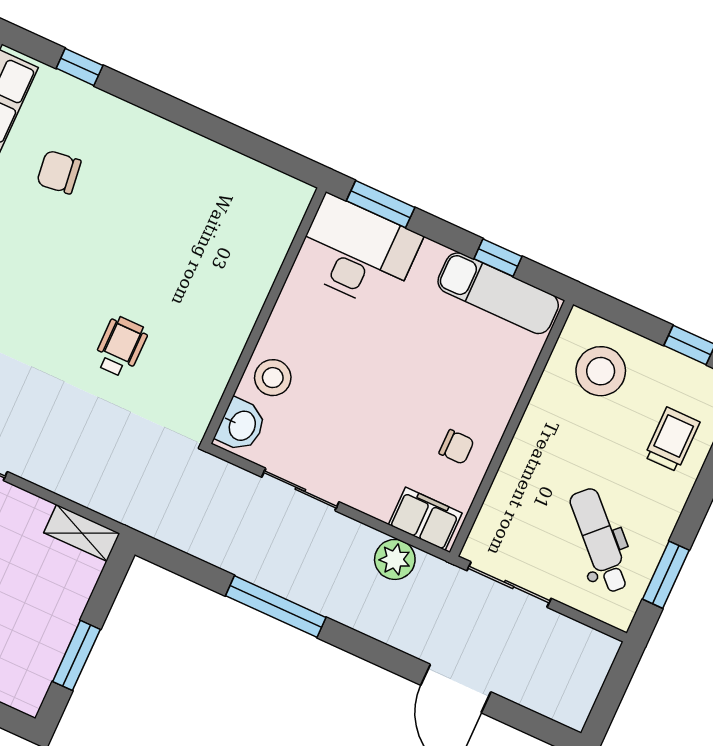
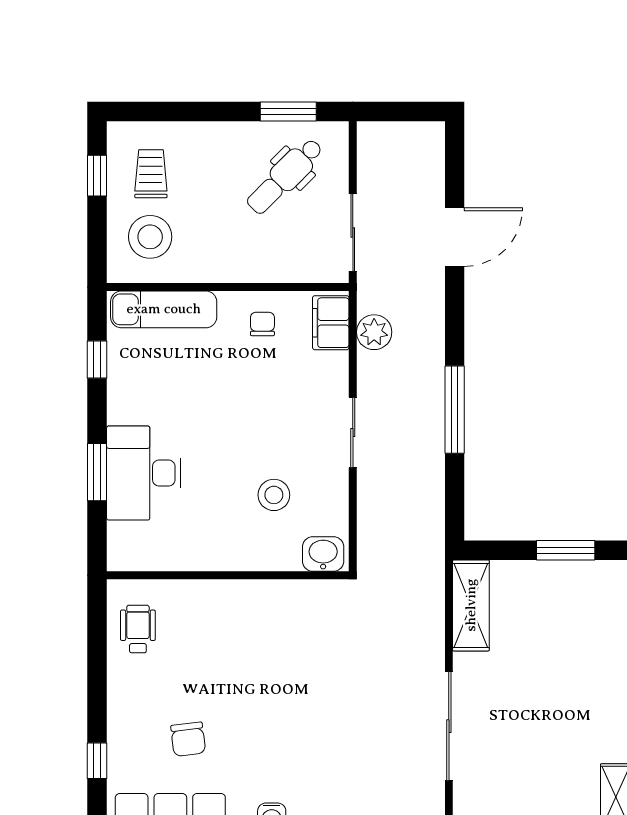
exam couch: (498, 293) -> (164, 309), moved, turned 90
wall: (264, 316) -> (228, 575), moved
wheelchair: (121, 347) -> (138, 629), moved, turned 90
washbasin: (241, 425) -> (323, 554), moved
trolley: (672, 439) -> (151, 174), moved, turned 90
shelving: (82, 533) -> (471, 605), width x1.50, depth x1.33

